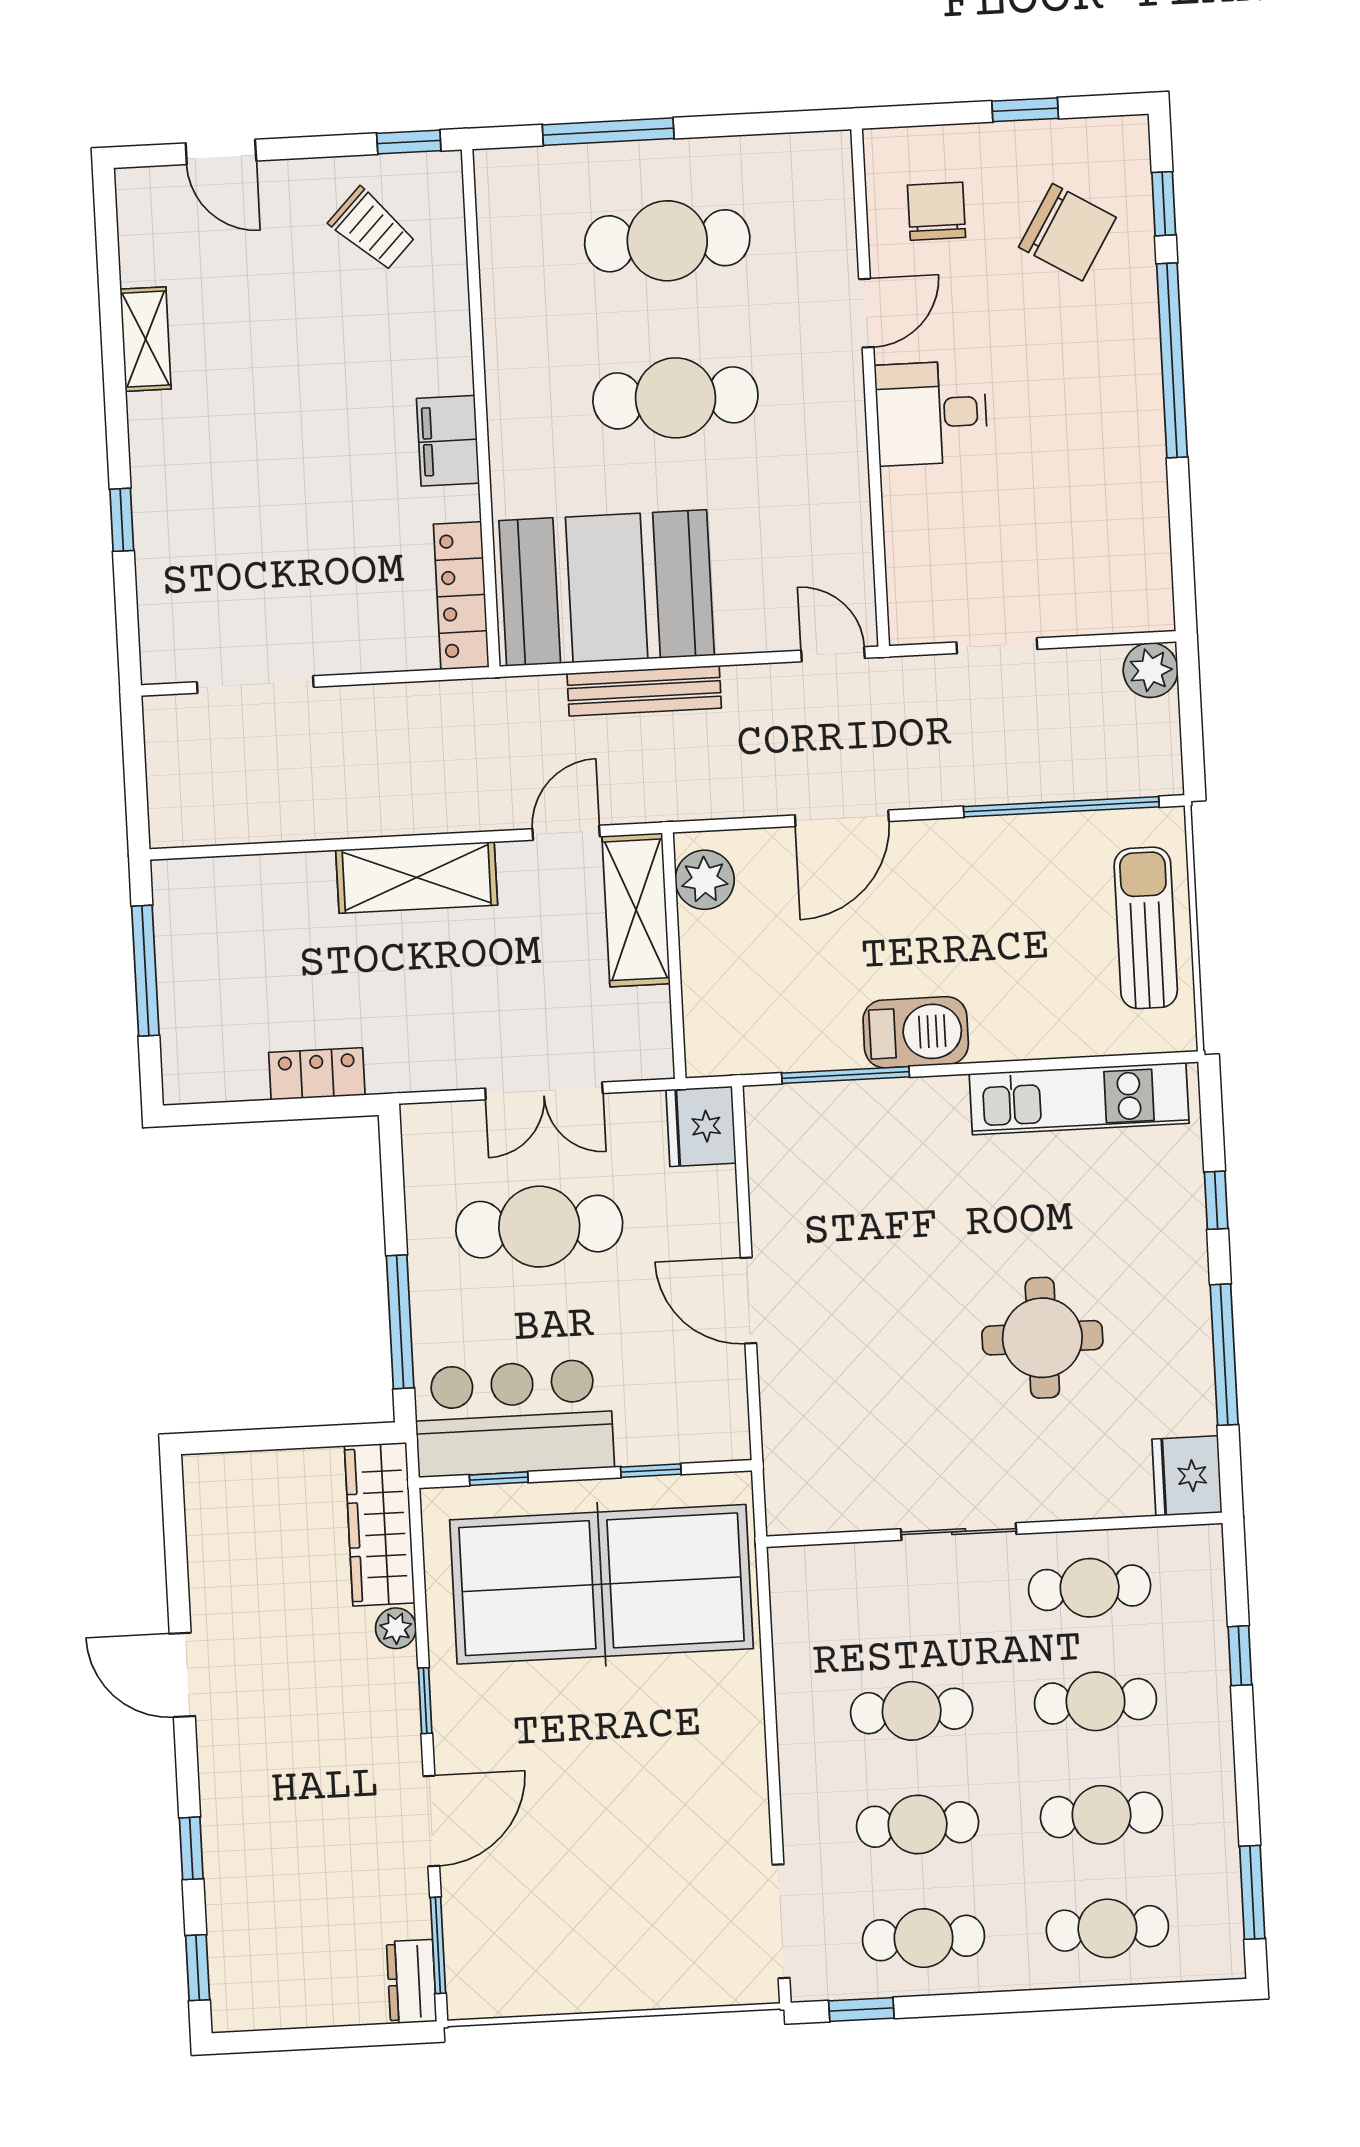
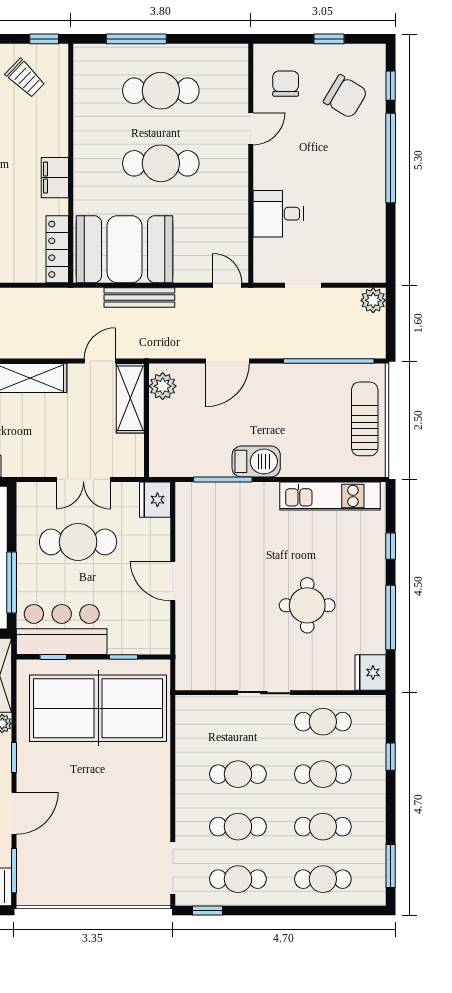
desk: (931, 413) -> (278, 214), moved

